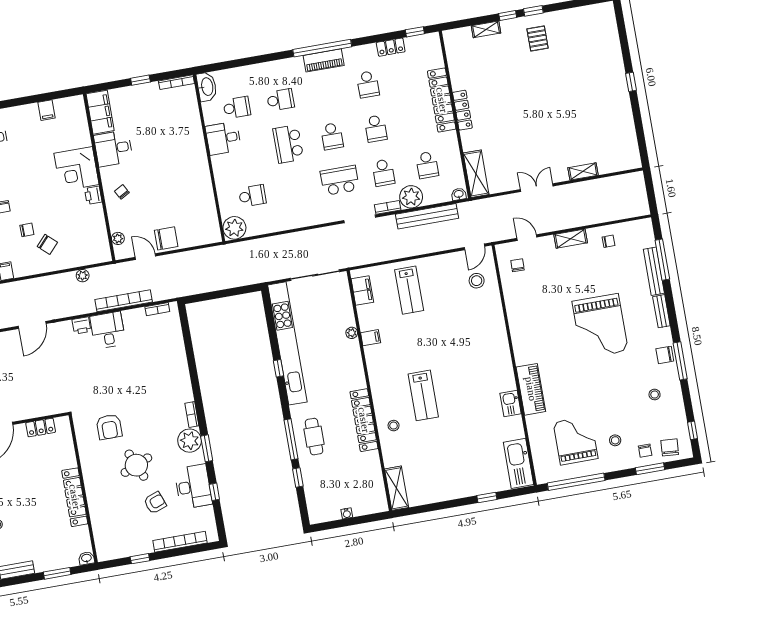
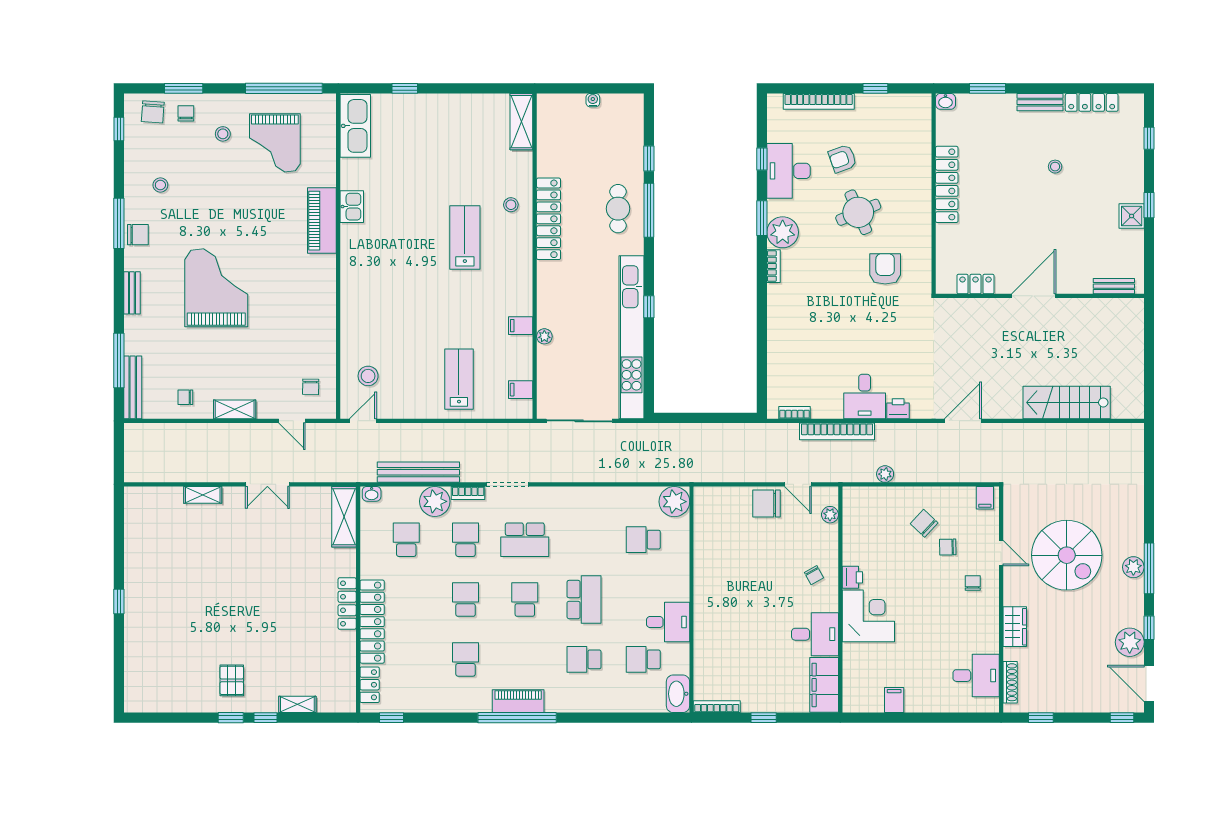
locker: (391, 47) -> (370, 685), moved, turned 90
bench: (654, 271) -> (133, 387), moved
filing cabinet: (362, 290) -> (521, 390), width x0.50

